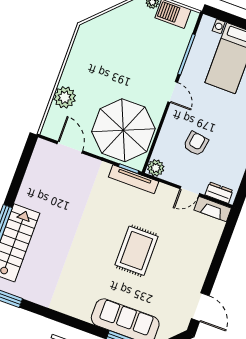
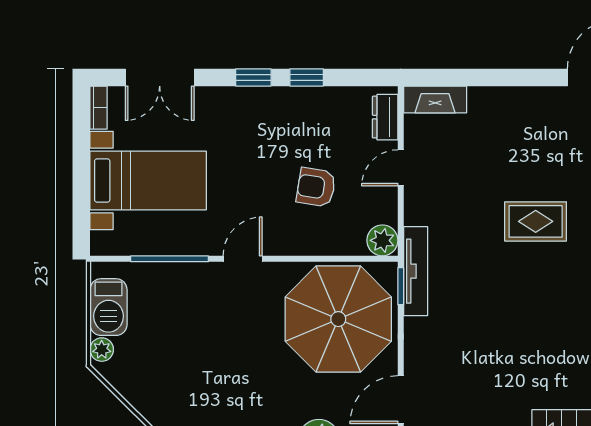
door: (190, 191) -> (401, 168), swing flipped
fireplace: (213, 209) -> (435, 100), moved, turned 90
rug: (137, 251) -> (536, 221), width x0.73, depth x0.70

